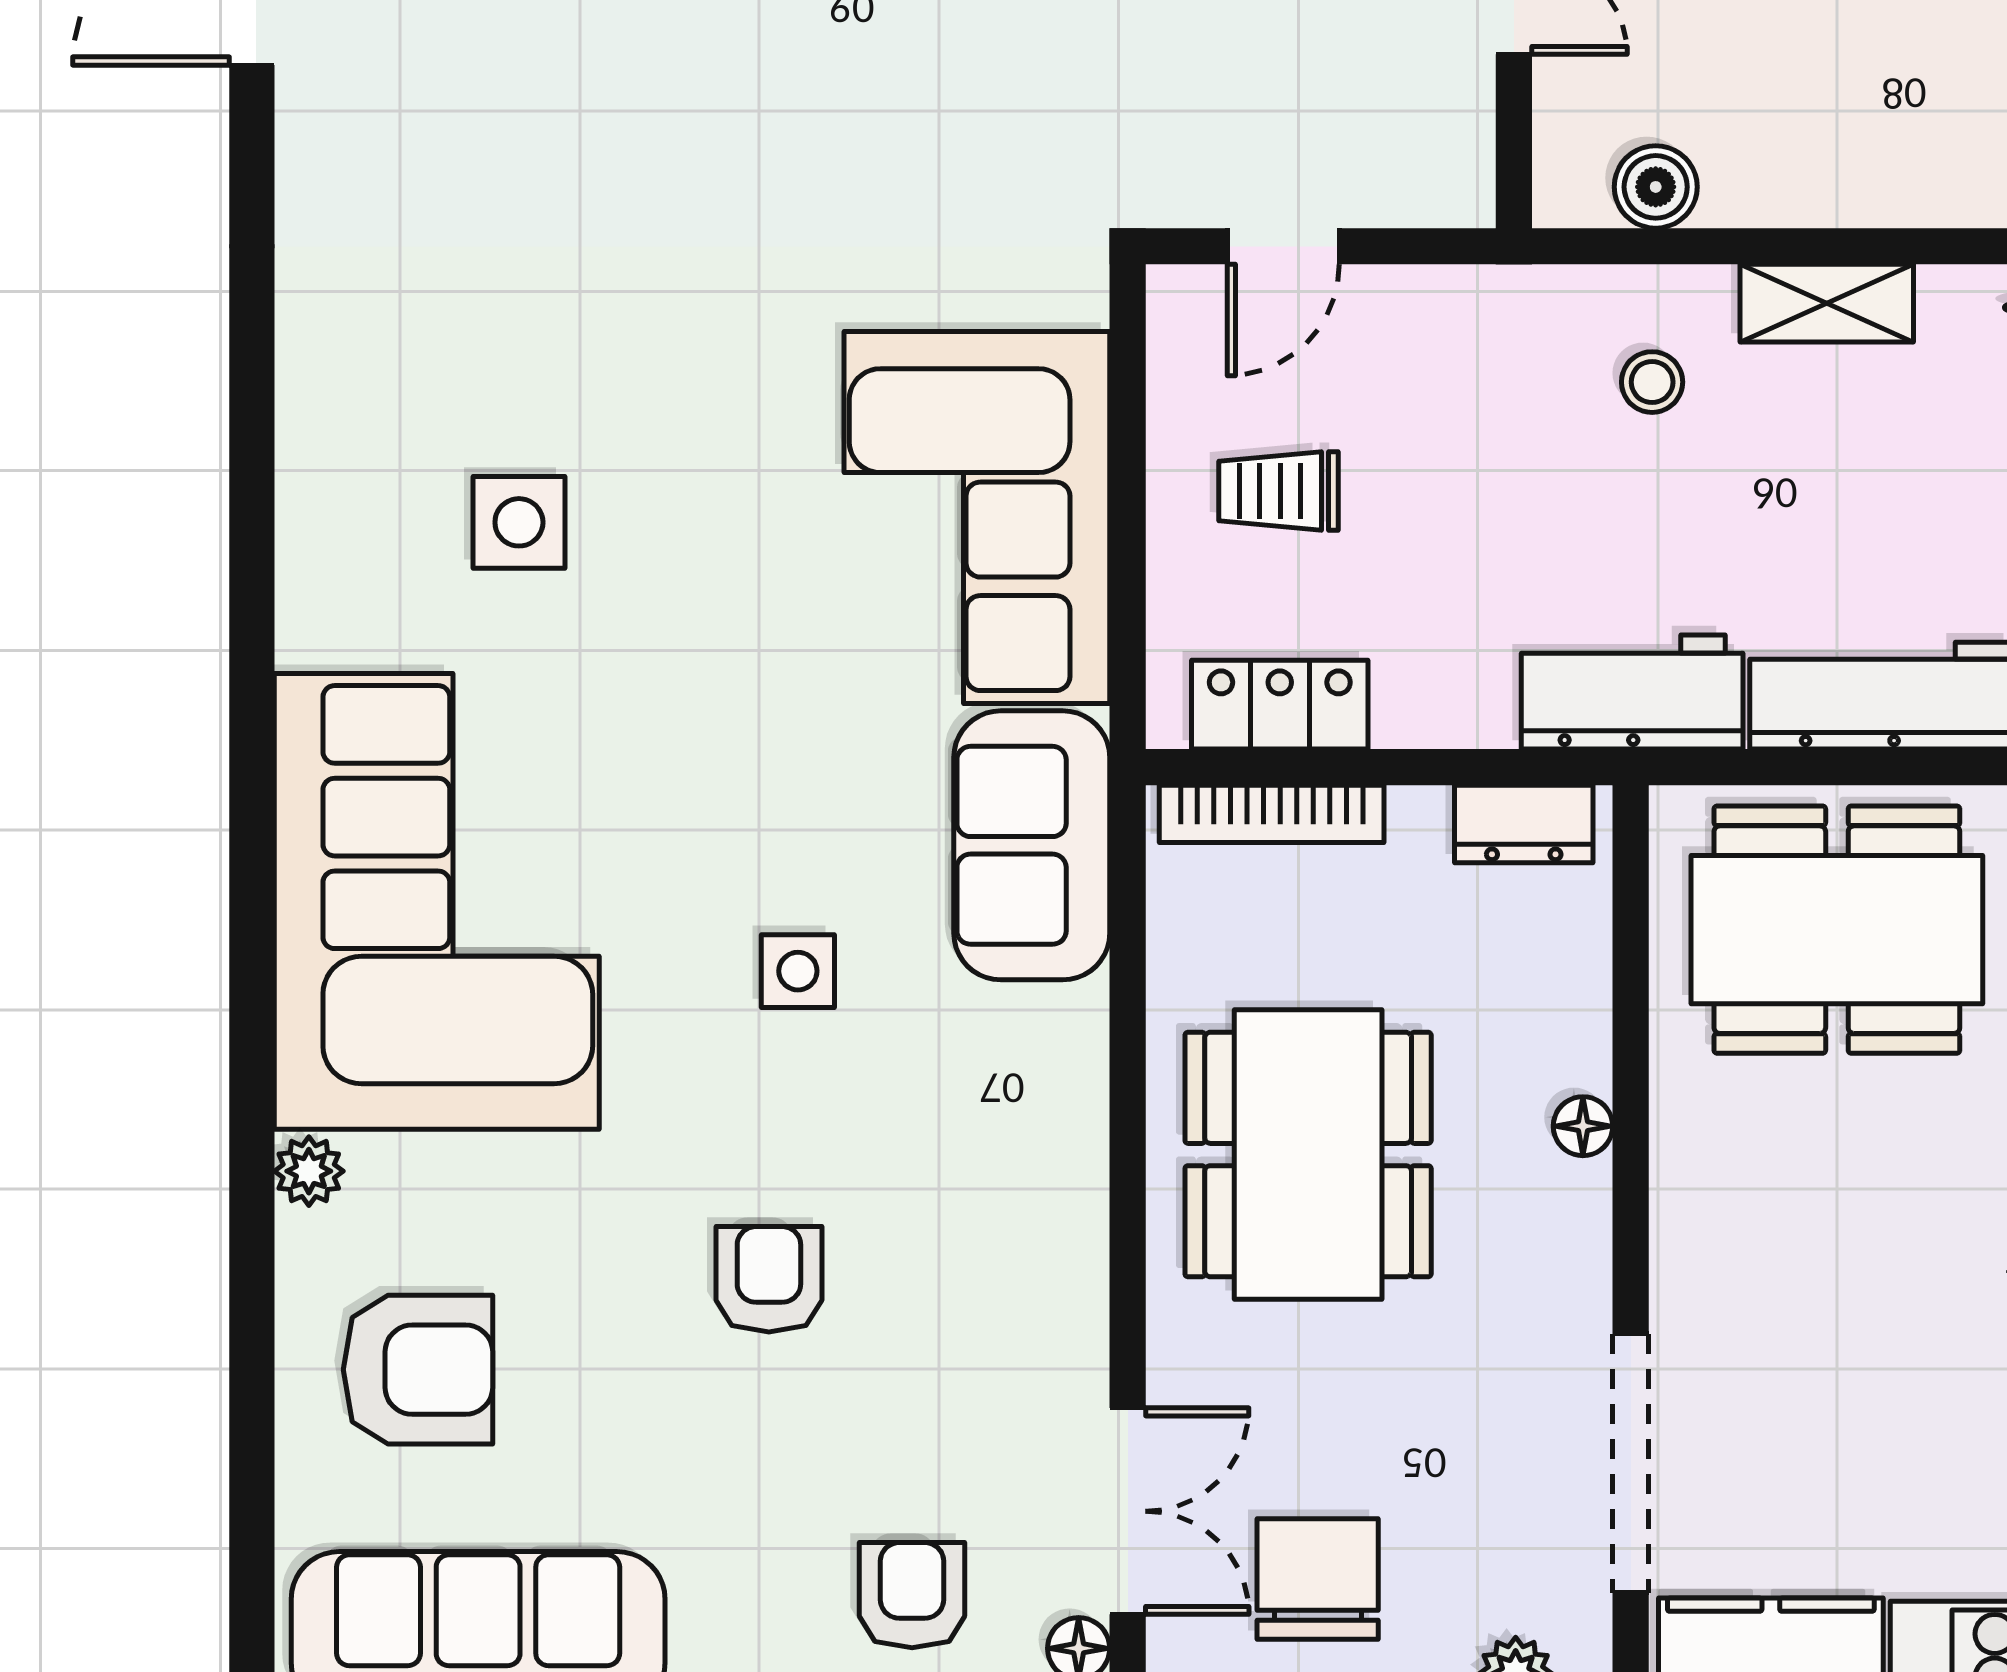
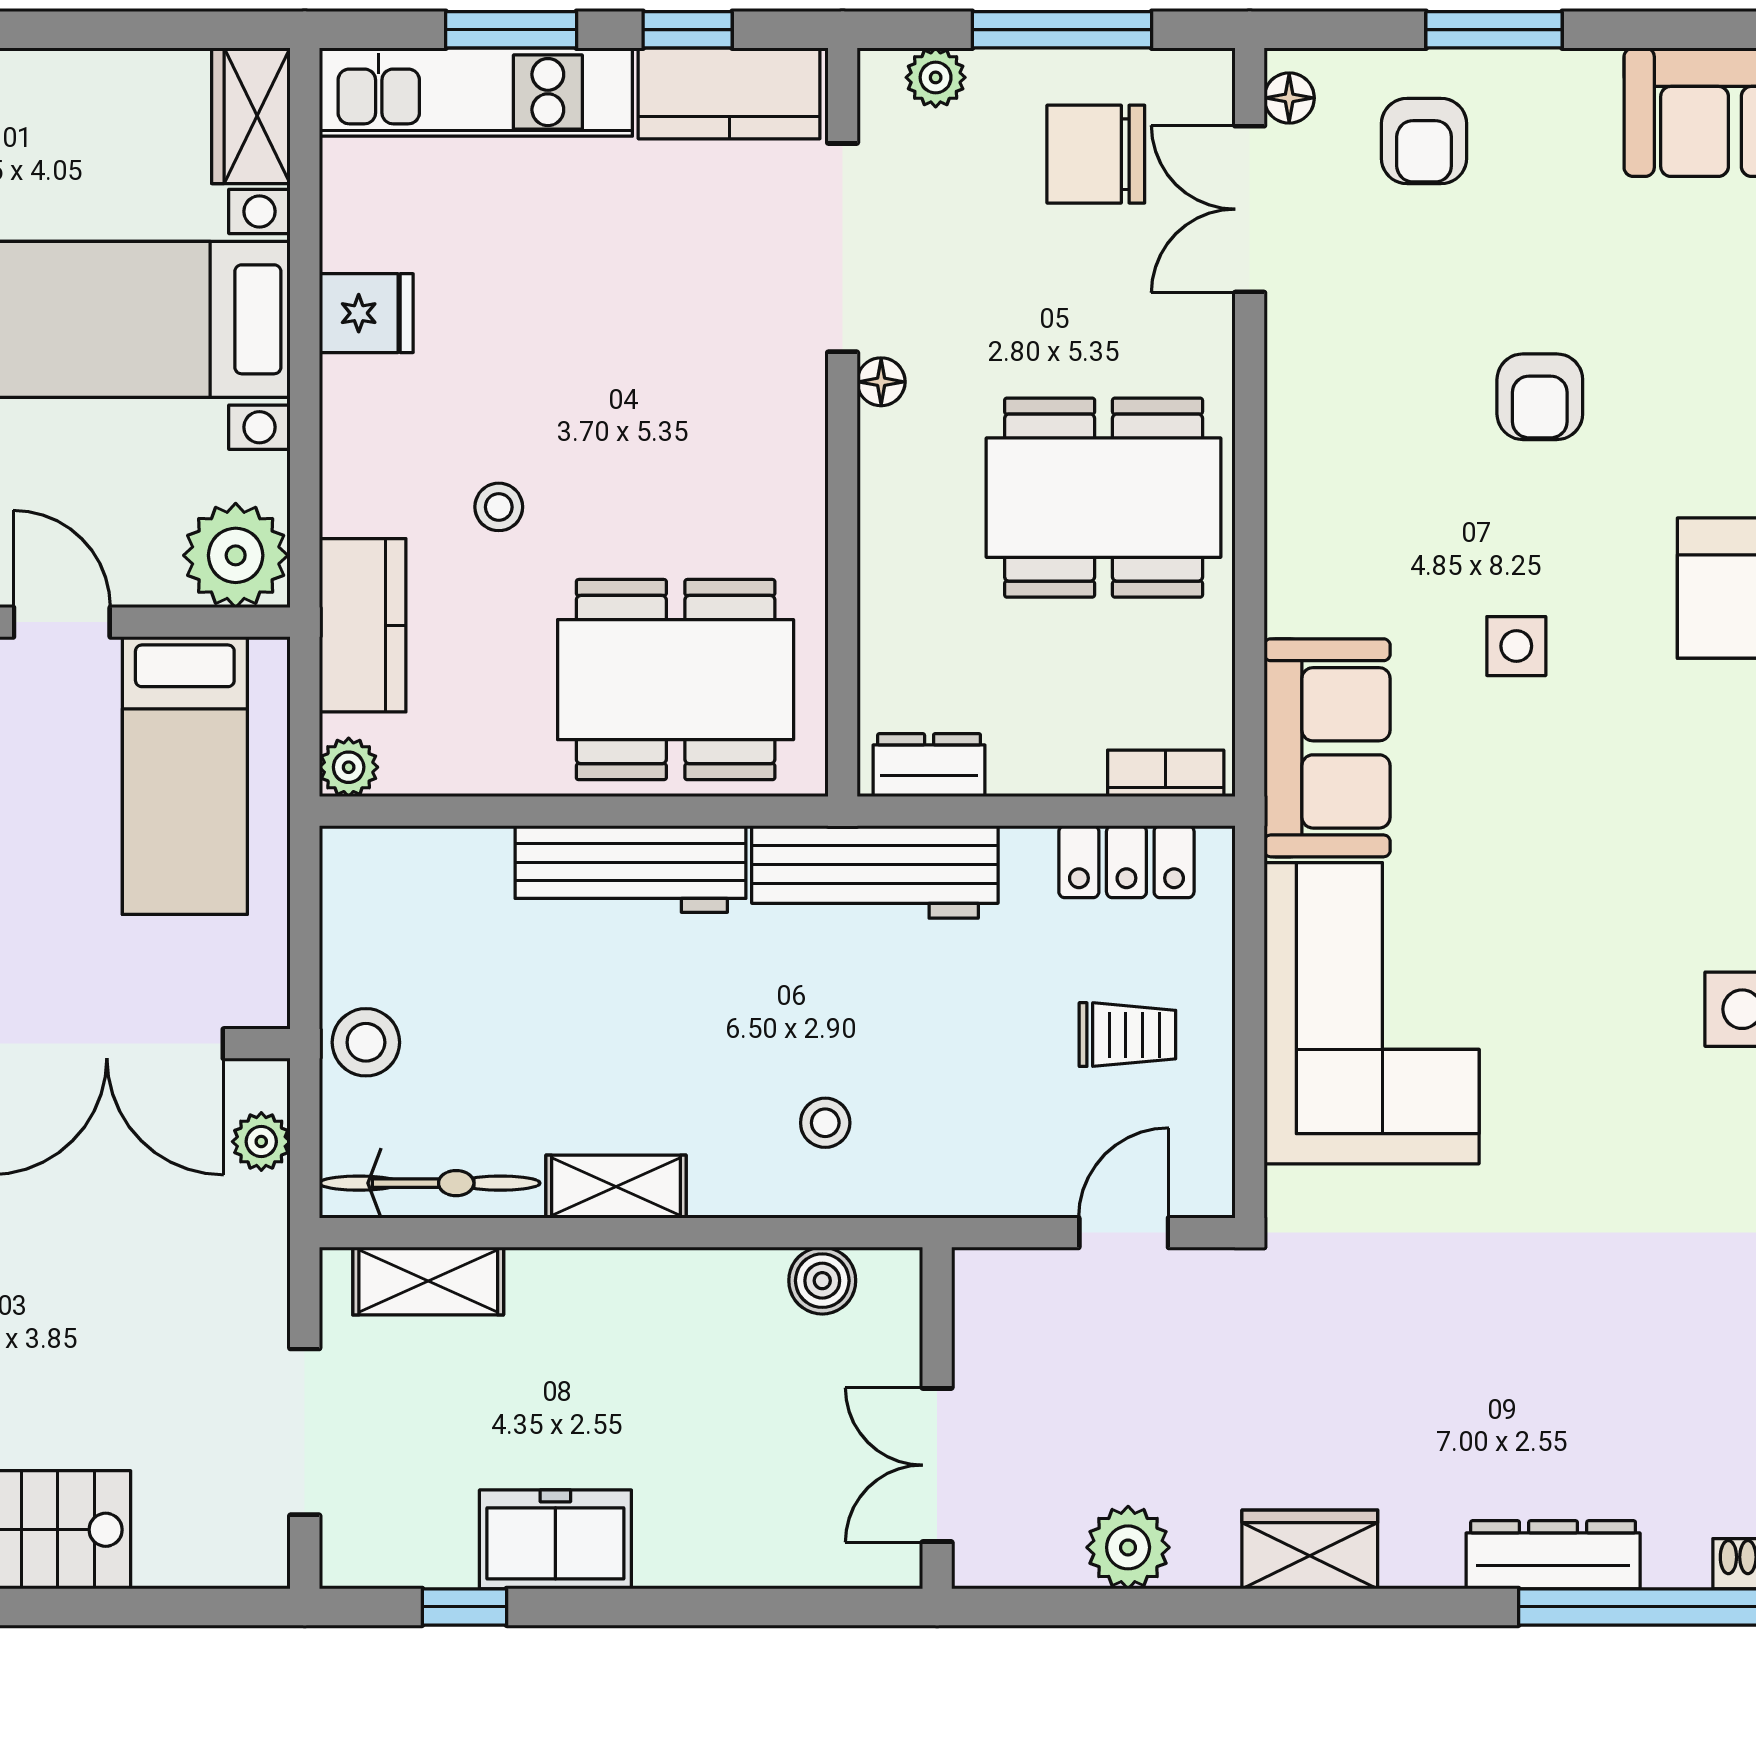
shelving: (1827, 303) -> (616, 1187), moved
workbench: (1632, 692) -> (875, 872), width x1.38
bookcase: (1272, 814) -> (1166, 773), width x0.64
floor lamp: (1583, 1126) -> (881, 382), moved
dining table: (1308, 1155) -> (1104, 498), turned 90
chair: (1318, 1579) -> (1096, 154), turned 90

